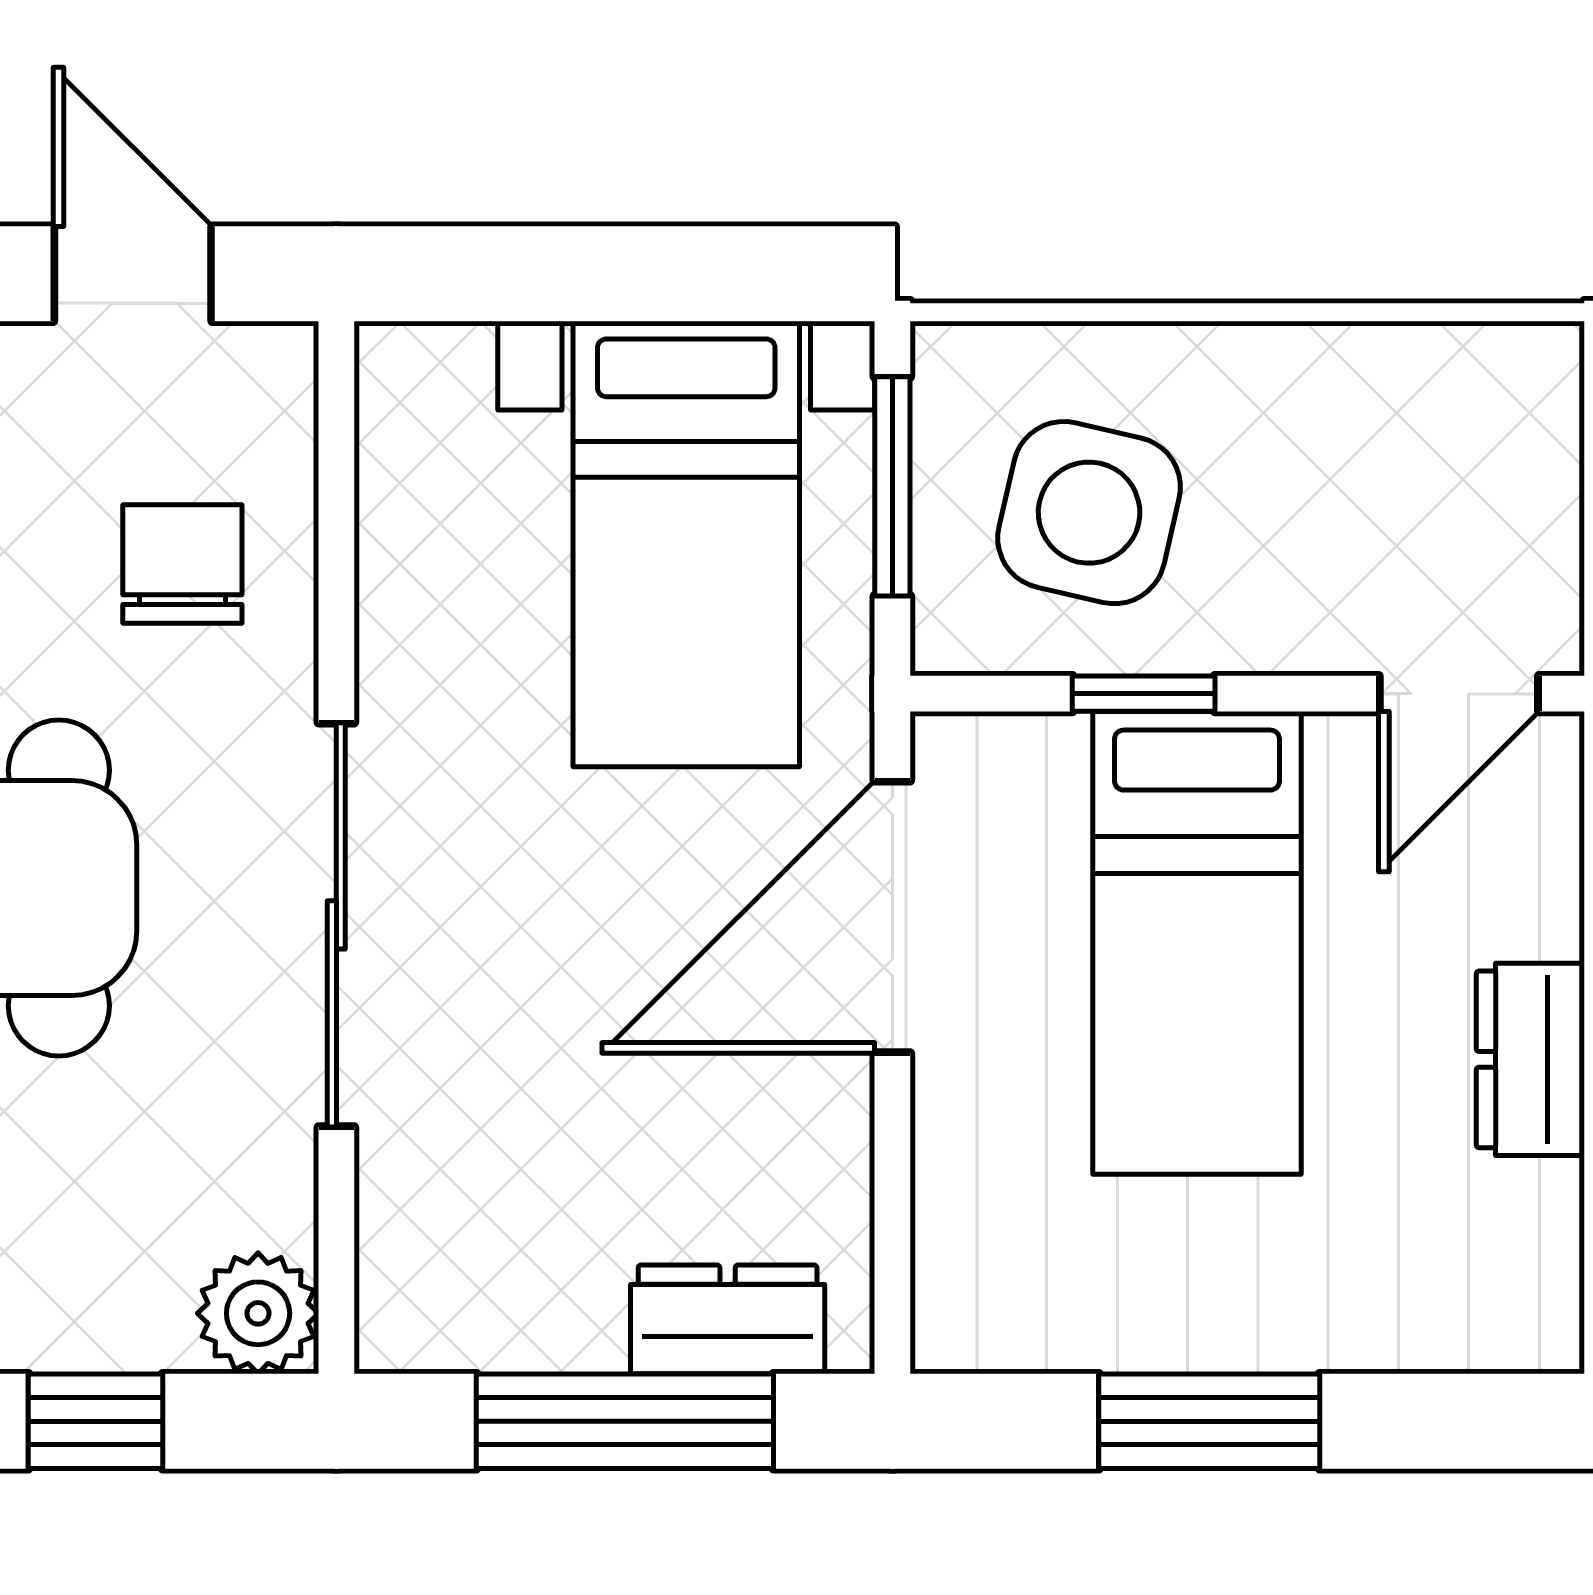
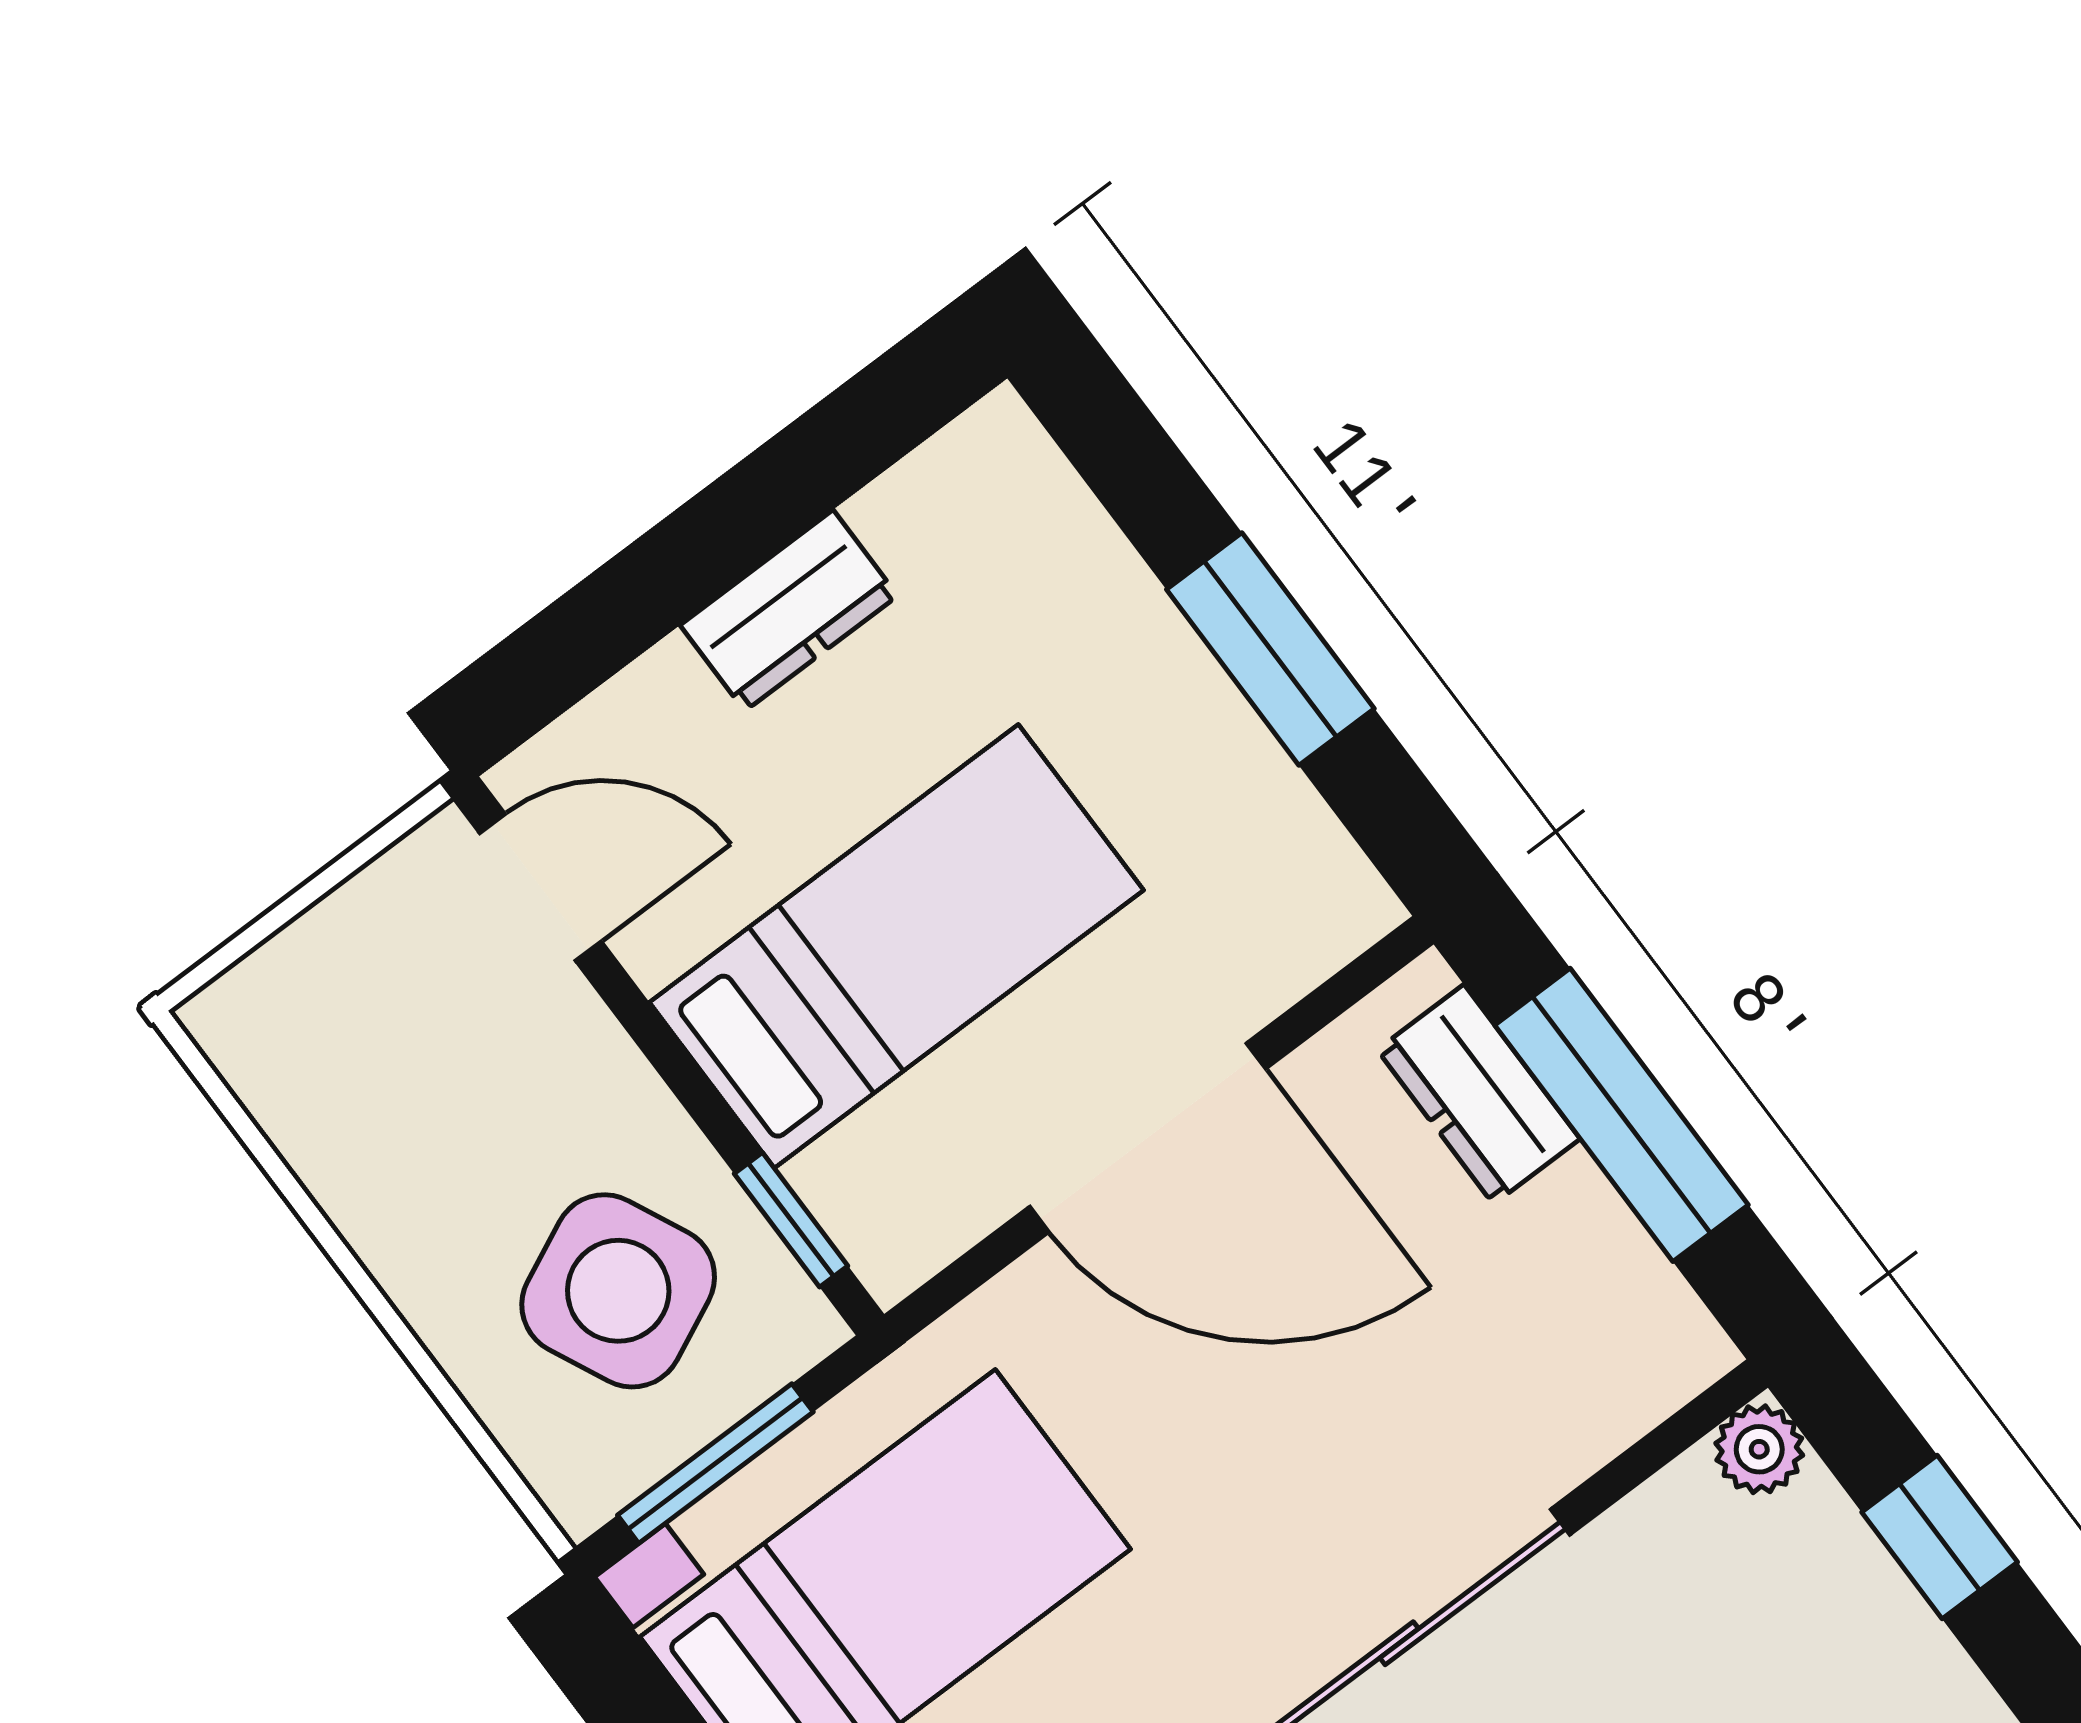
side table: (1089, 513) -> (618, 1291), turned -38
window: (1144, 694) -> (791, 1220), moved
door: (892, 917) -> (1148, 1138), moved
plant: (258, 1313) -> (1759, 1449), width x0.73, depth x0.73

